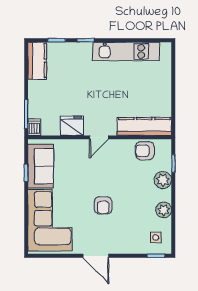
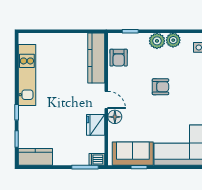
floor lamp: (81, 147) -> (115, 117), added
plant: (163, 180) -> (157, 41), moved
armchair: (103, 205) -> (160, 87), moved

